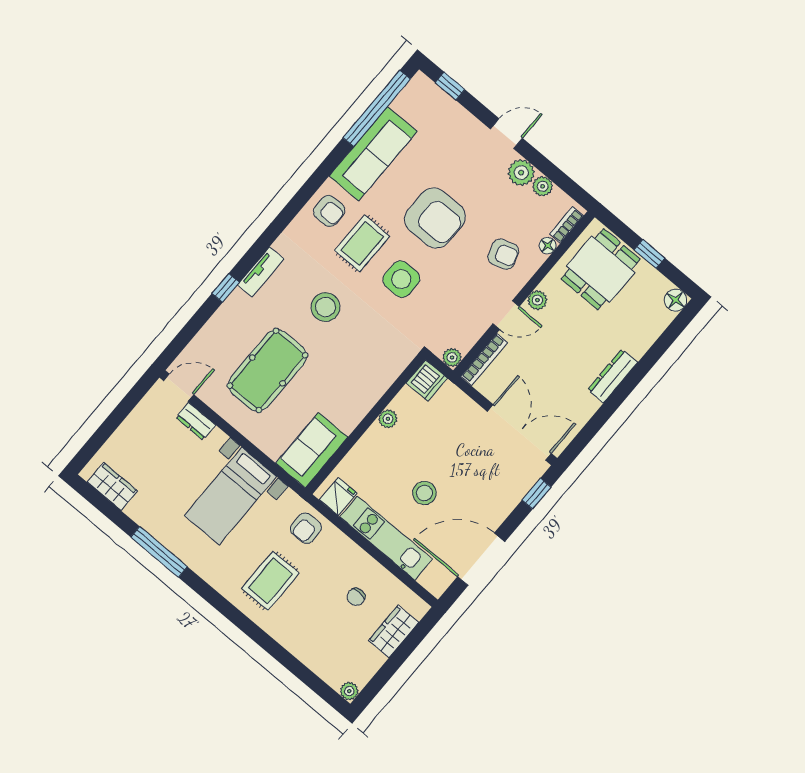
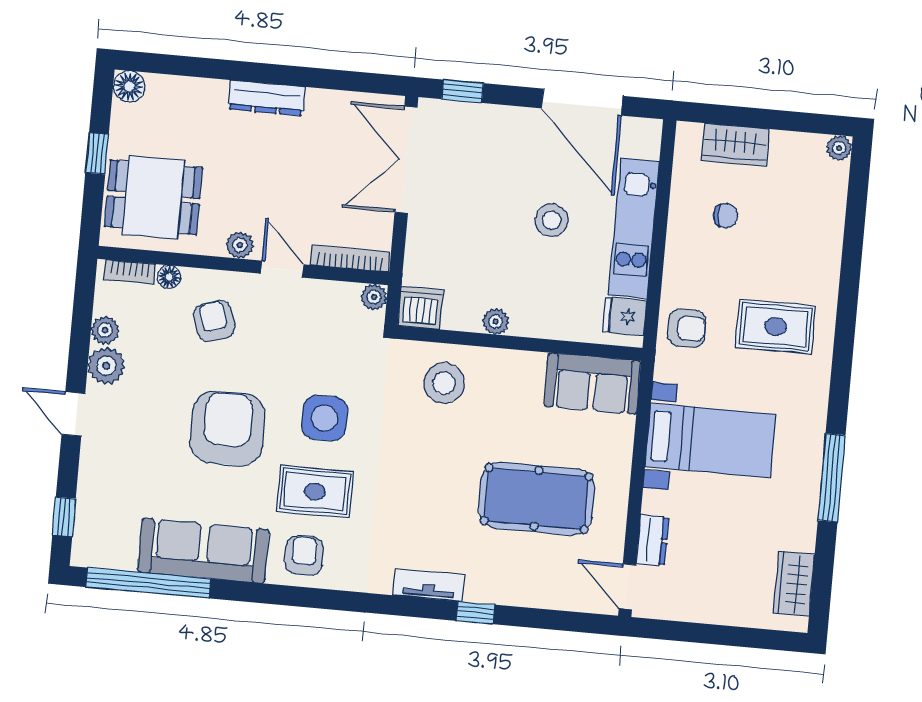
stool: (325, 307) -> (444, 383), moved

